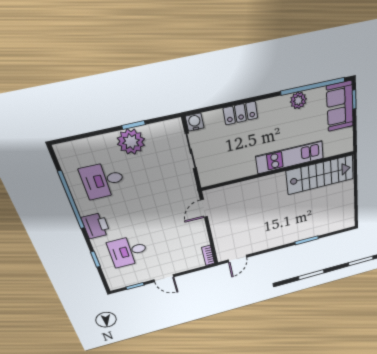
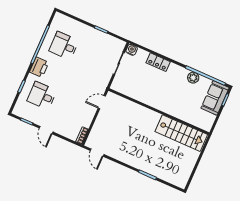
plant: (131, 142) -> (93, 37), removed
kitchen unit: (290, 157) -> (170, 108), removed
door: (237, 259) -> (97, 153), hinge flipped

